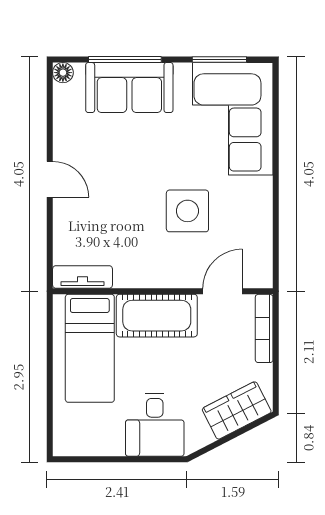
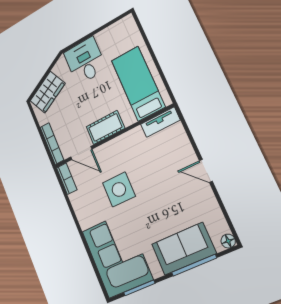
bookcase: (263, 264) -> (67, 179), added
door: (223, 291) -> (81, 153), hinge flipped
cot: (157, 316) -> (105, 127), width x0.73, depth x0.75

